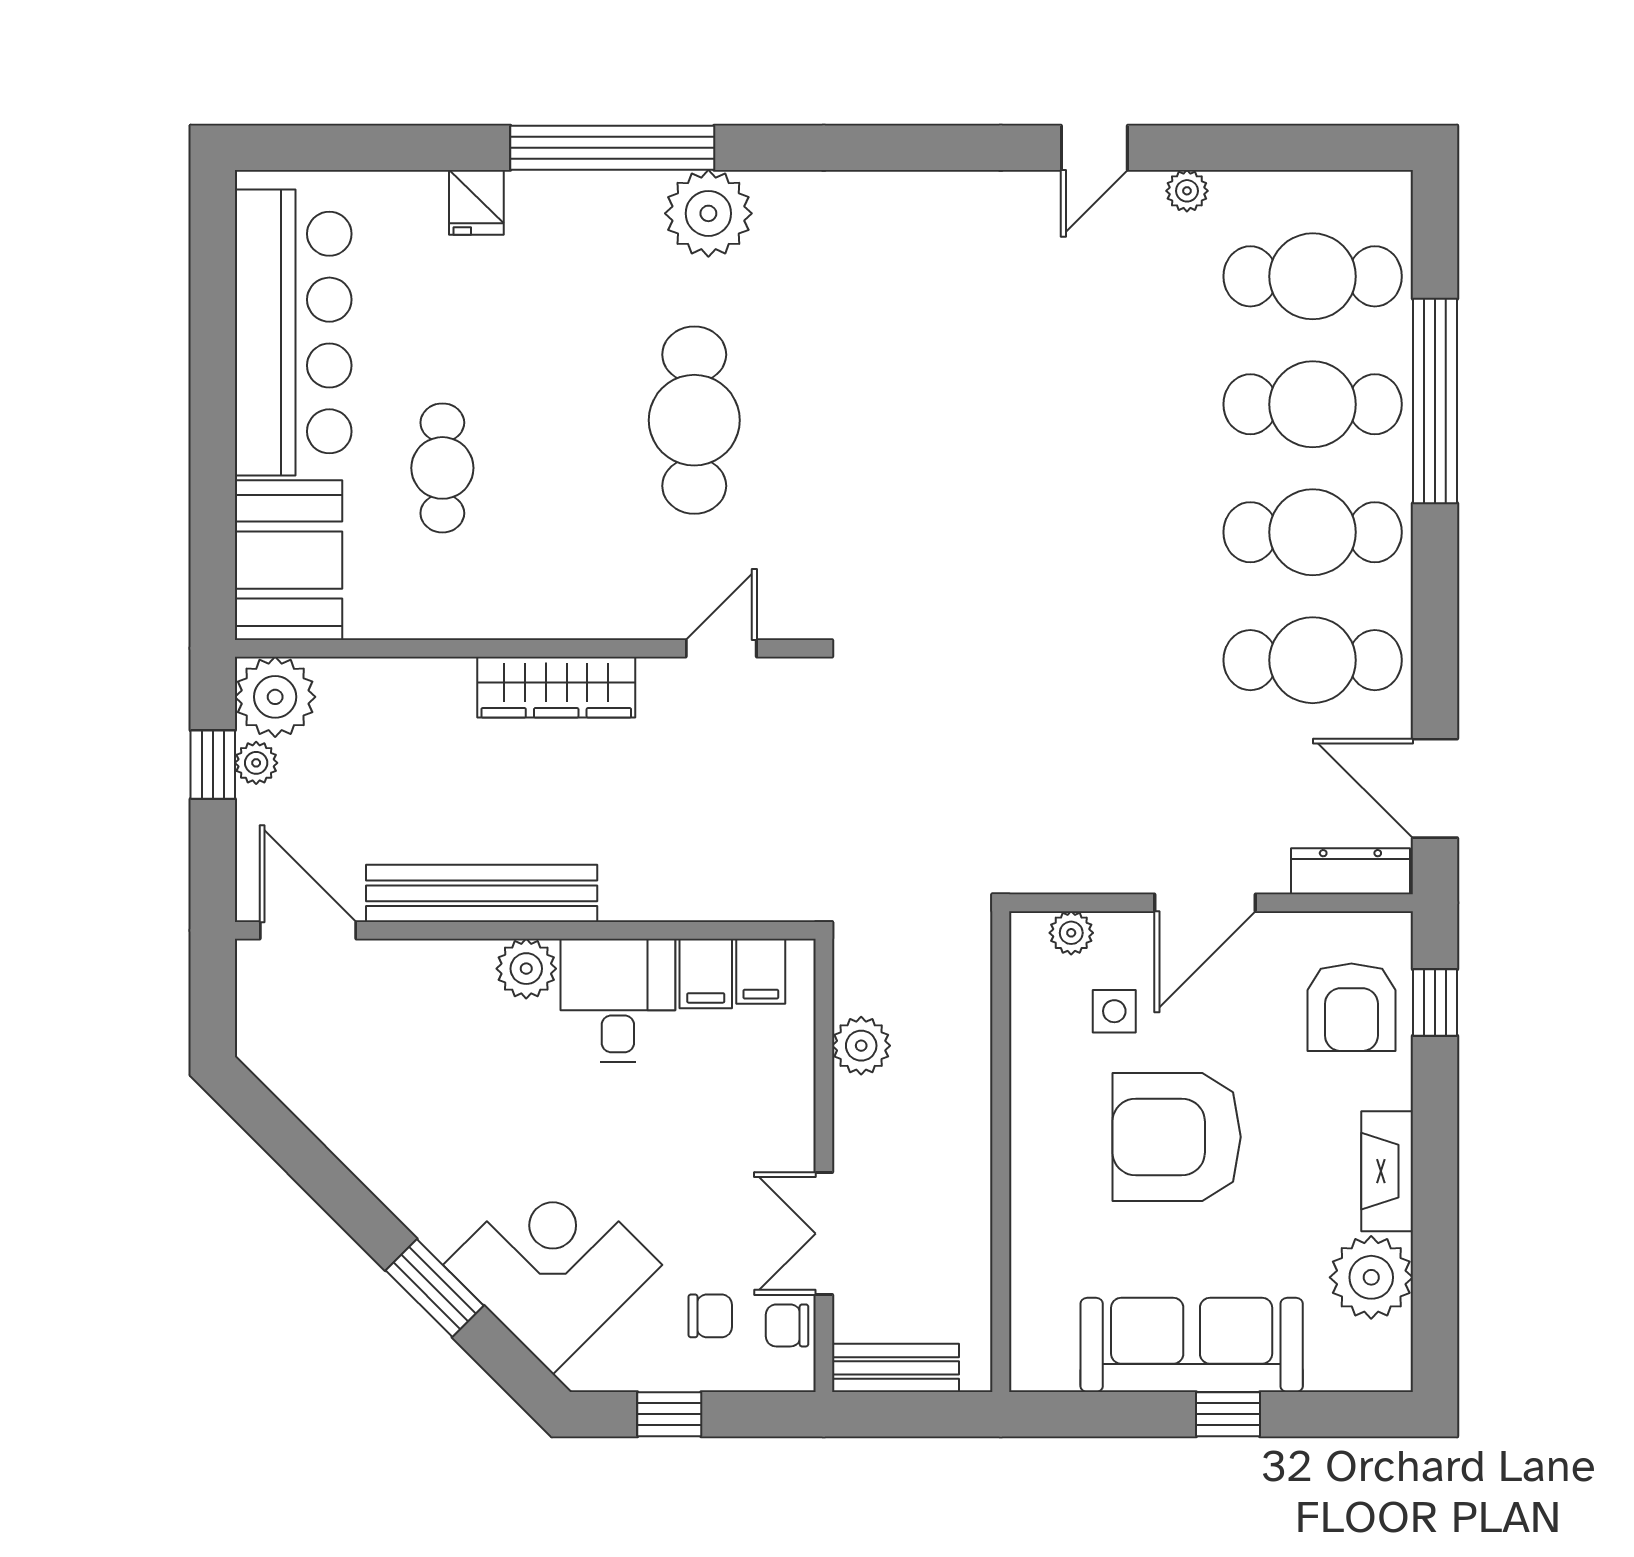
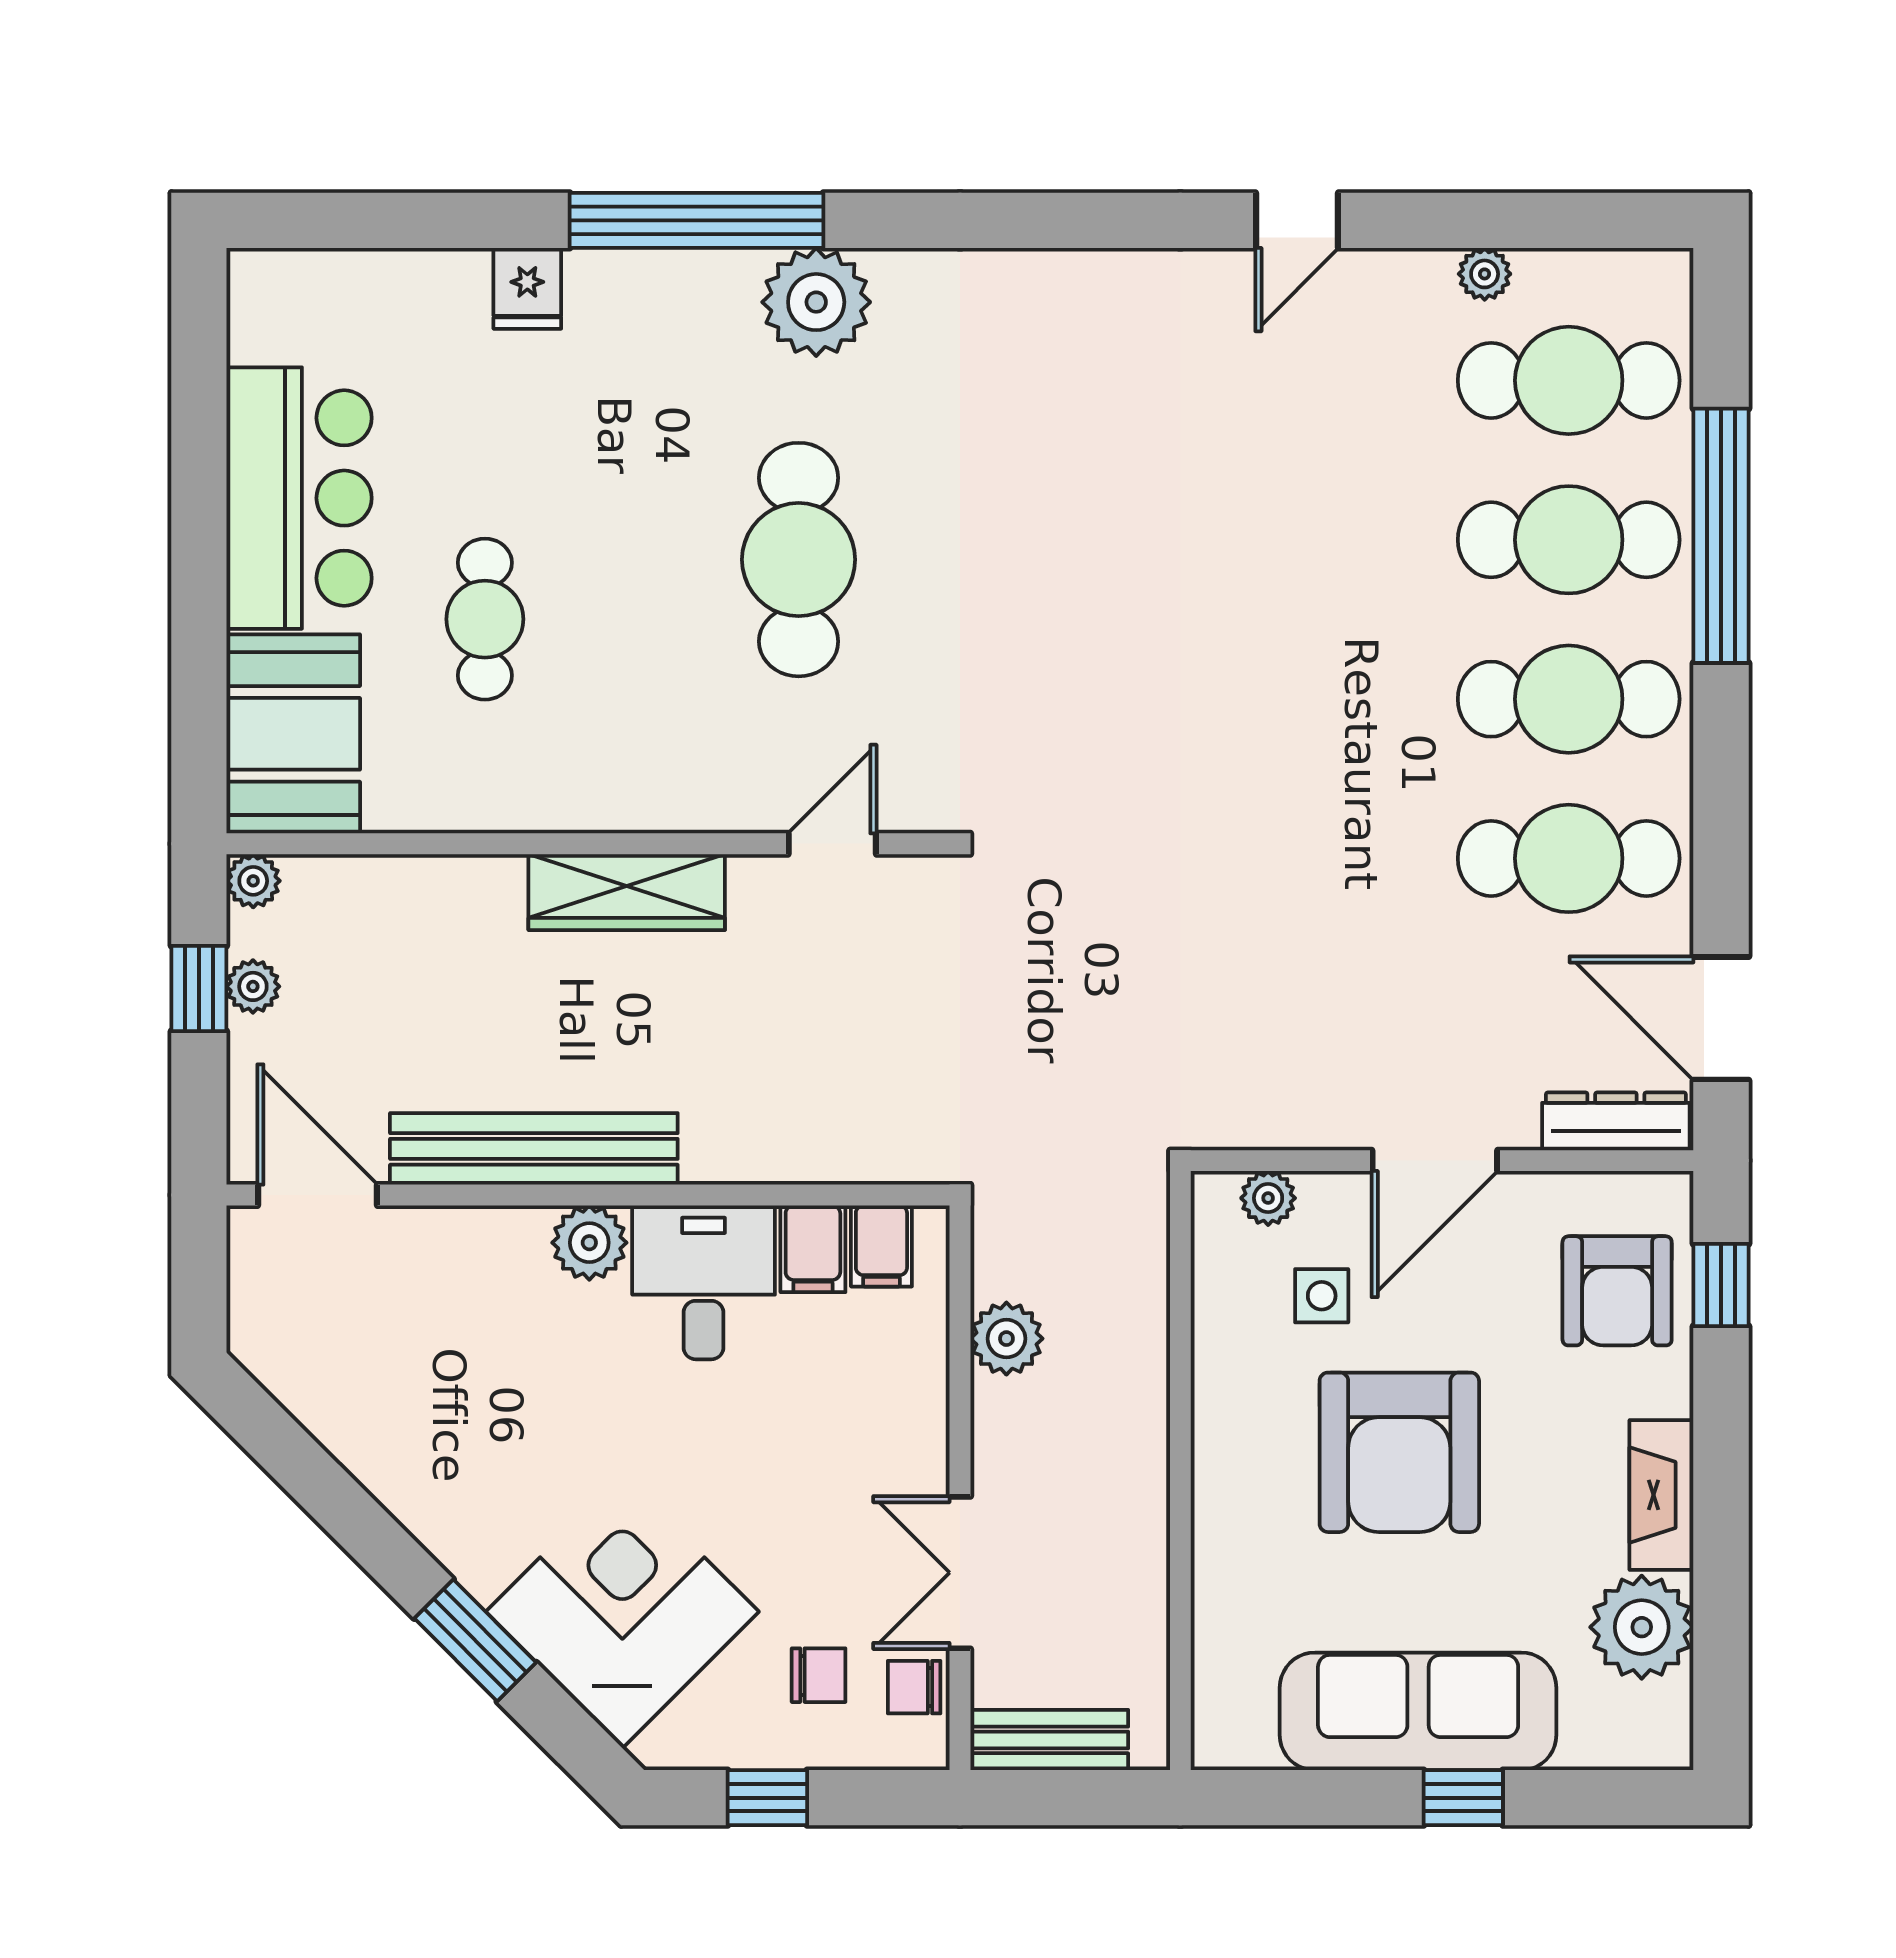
plant: (1187, 191) -> (1485, 274), moved
bar counter: (293, 333) -> (299, 498), width x0.73
plant: (275, 697) -> (253, 881), width x0.53, depth x0.53
armchair: (1177, 1137) -> (1399, 1452), turned -90

